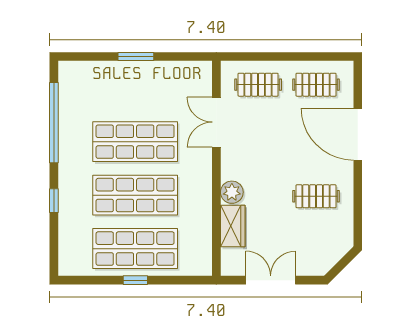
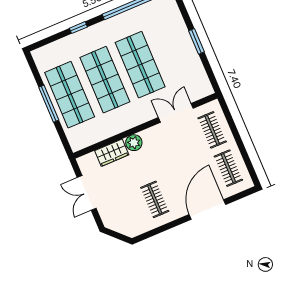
window: (135, 280) -> (49, 104), width x2.17
double door: (271, 280) -> (87, 193), swing flipped

